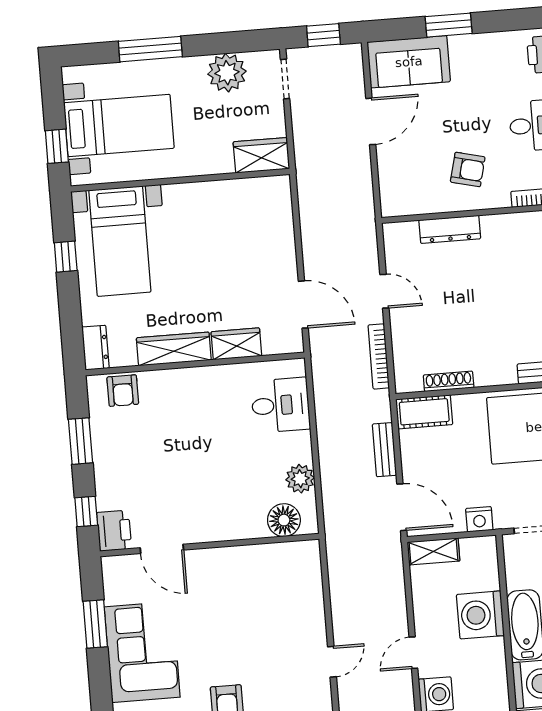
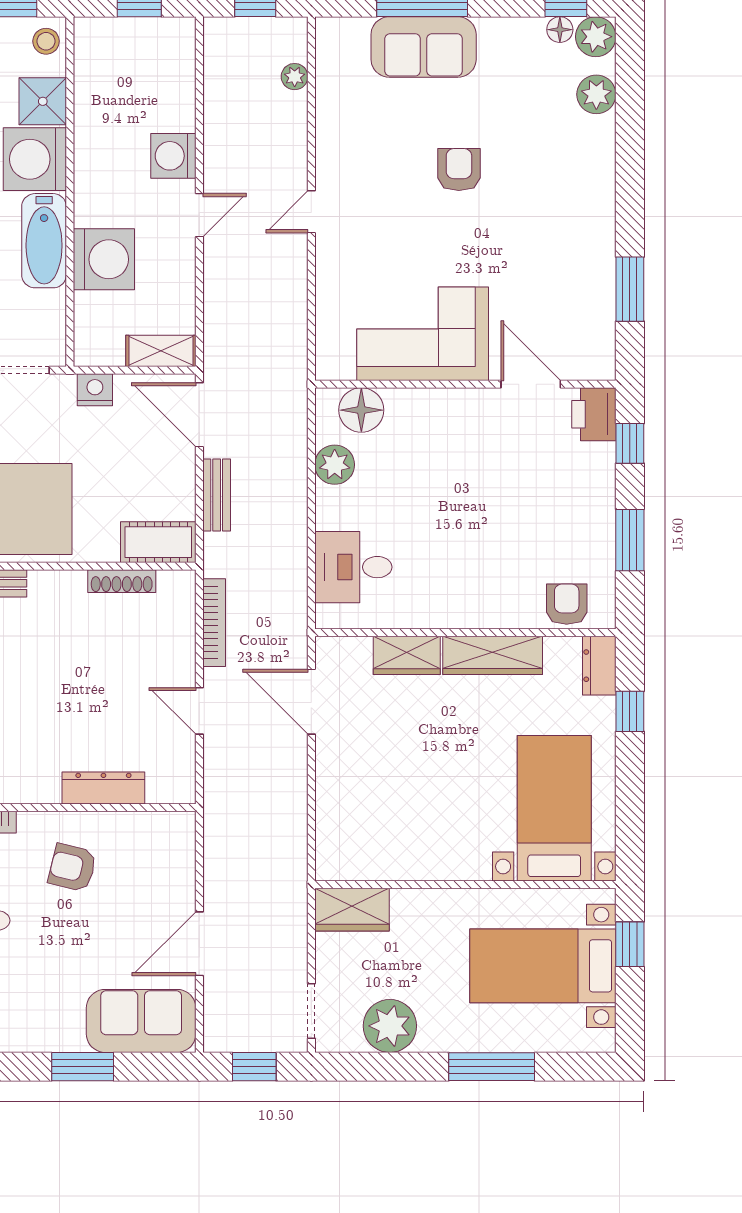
window: (66, 257) -> (630, 711), moved
corner sofa: (142, 652) -> (423, 334), moved, turned 90

